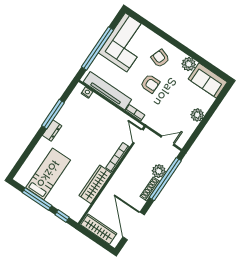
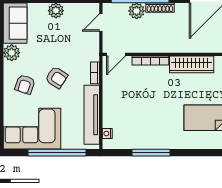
armchair: (150, 84) -> (57, 77), turned 123
dresser: (52, 131) -> (168, 143), removed
door: (168, 141) -> (101, 22), hinge flipped

